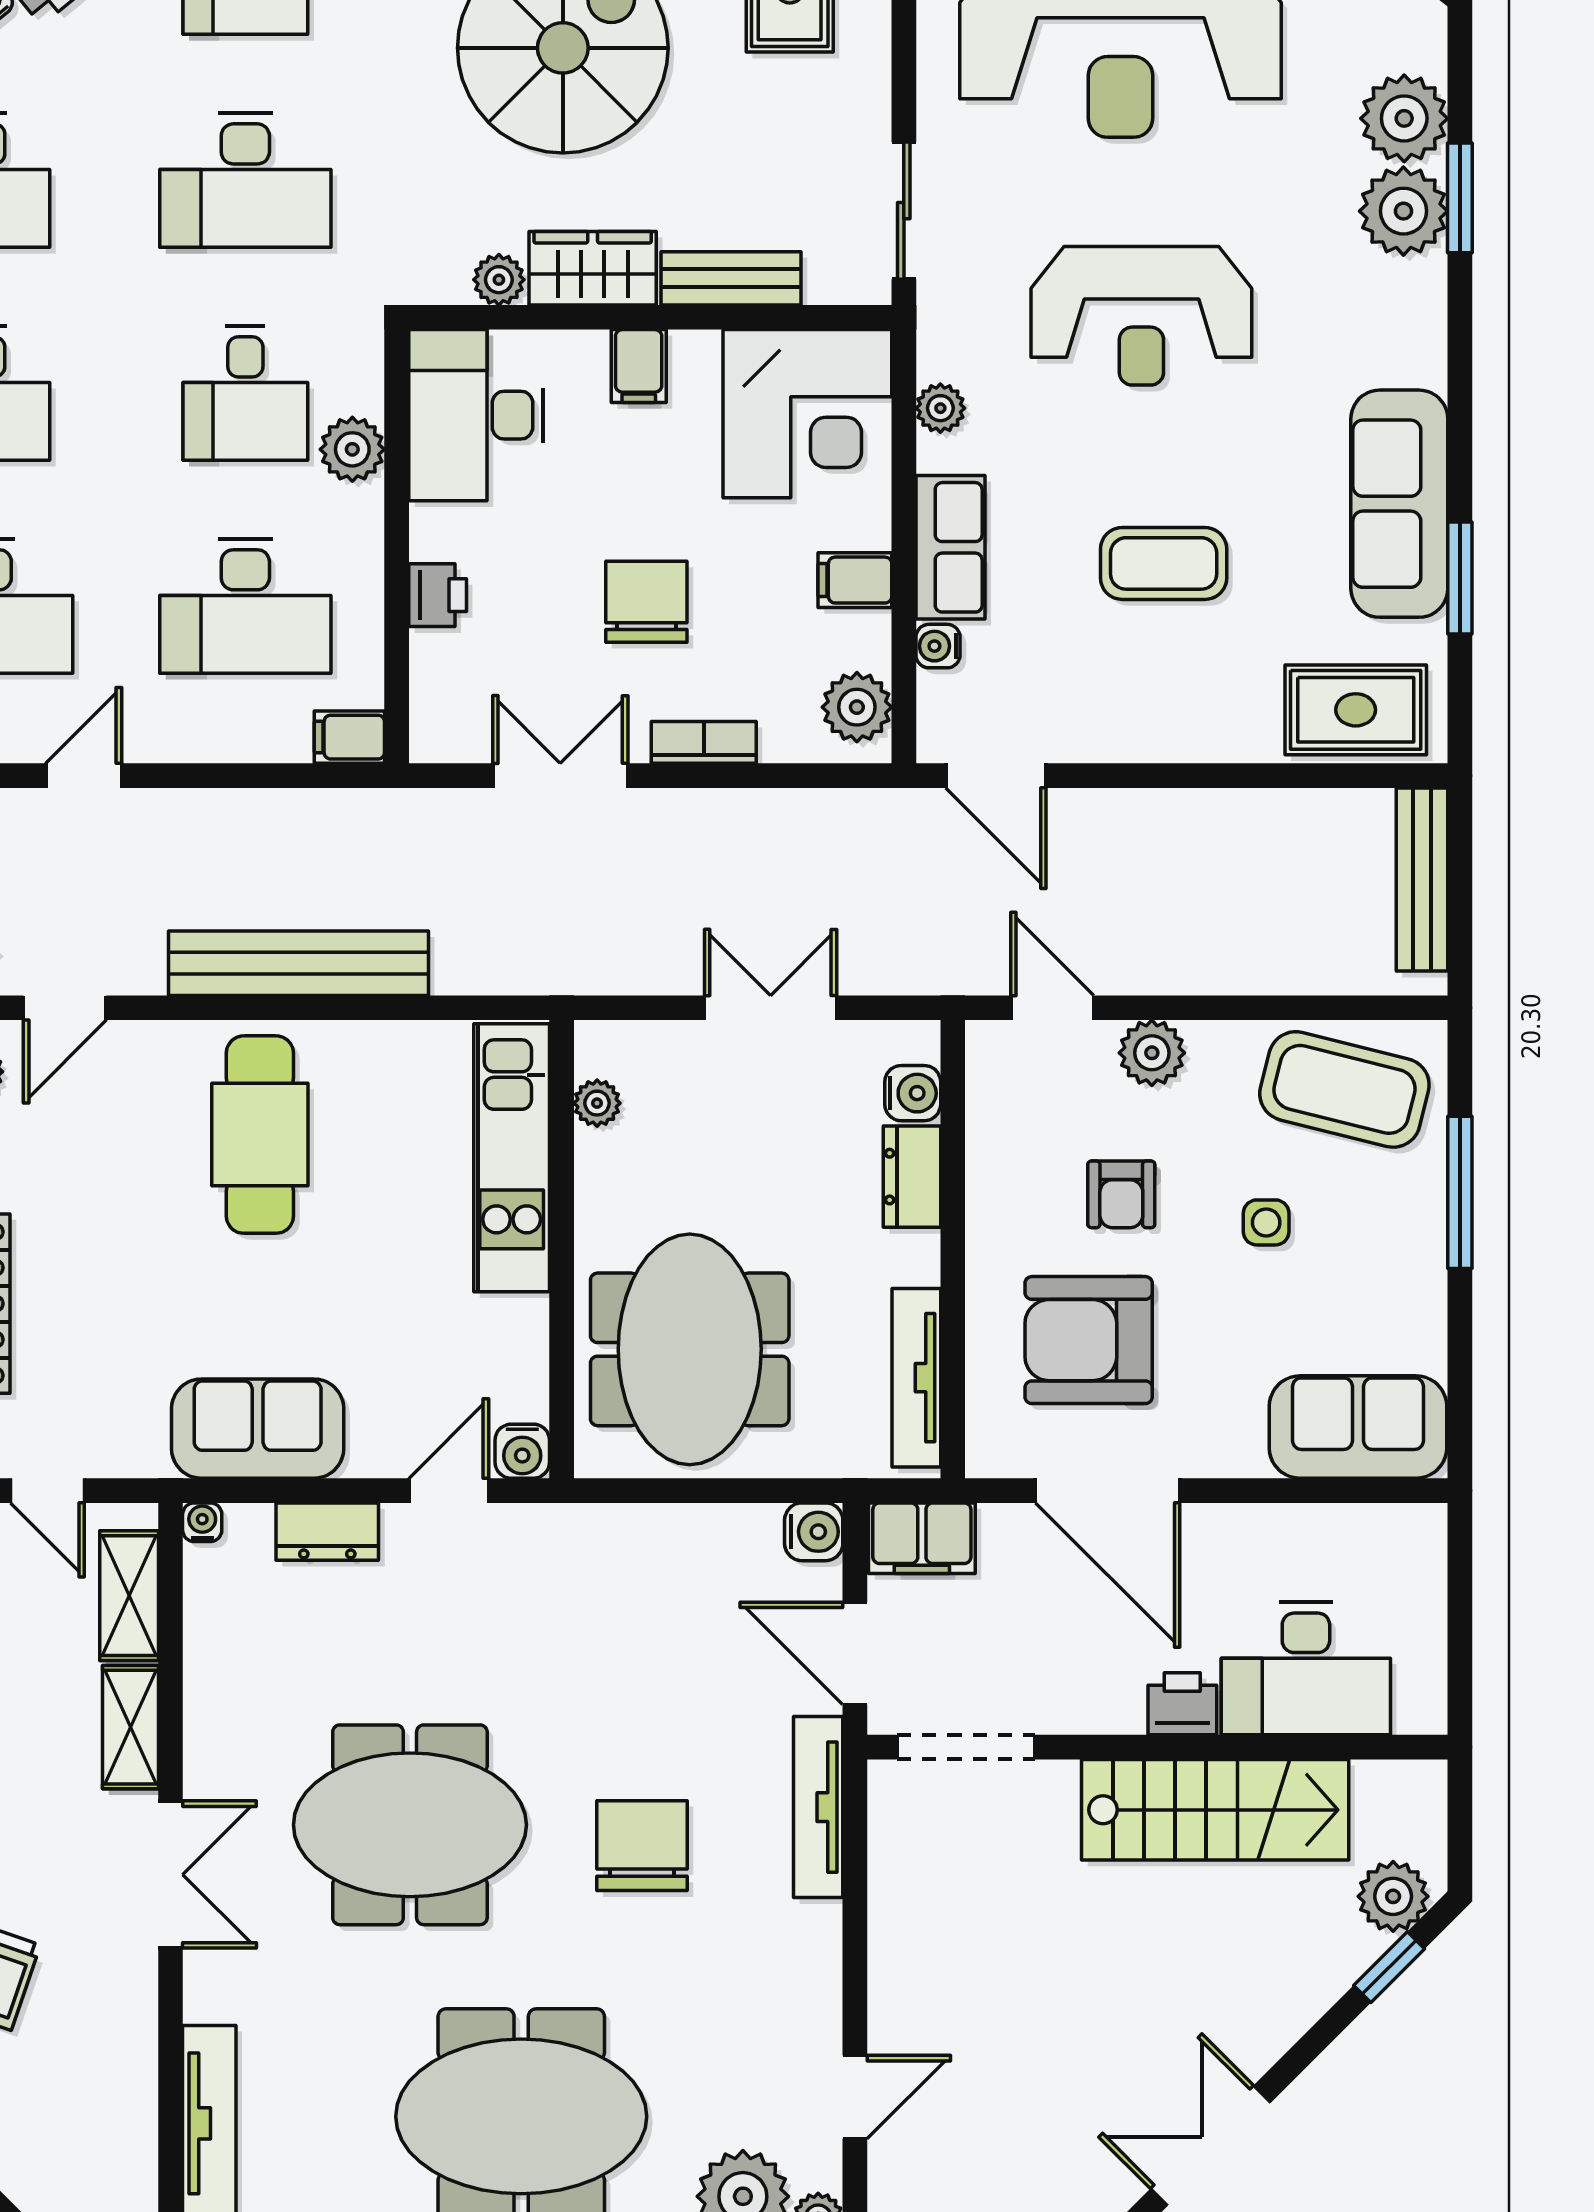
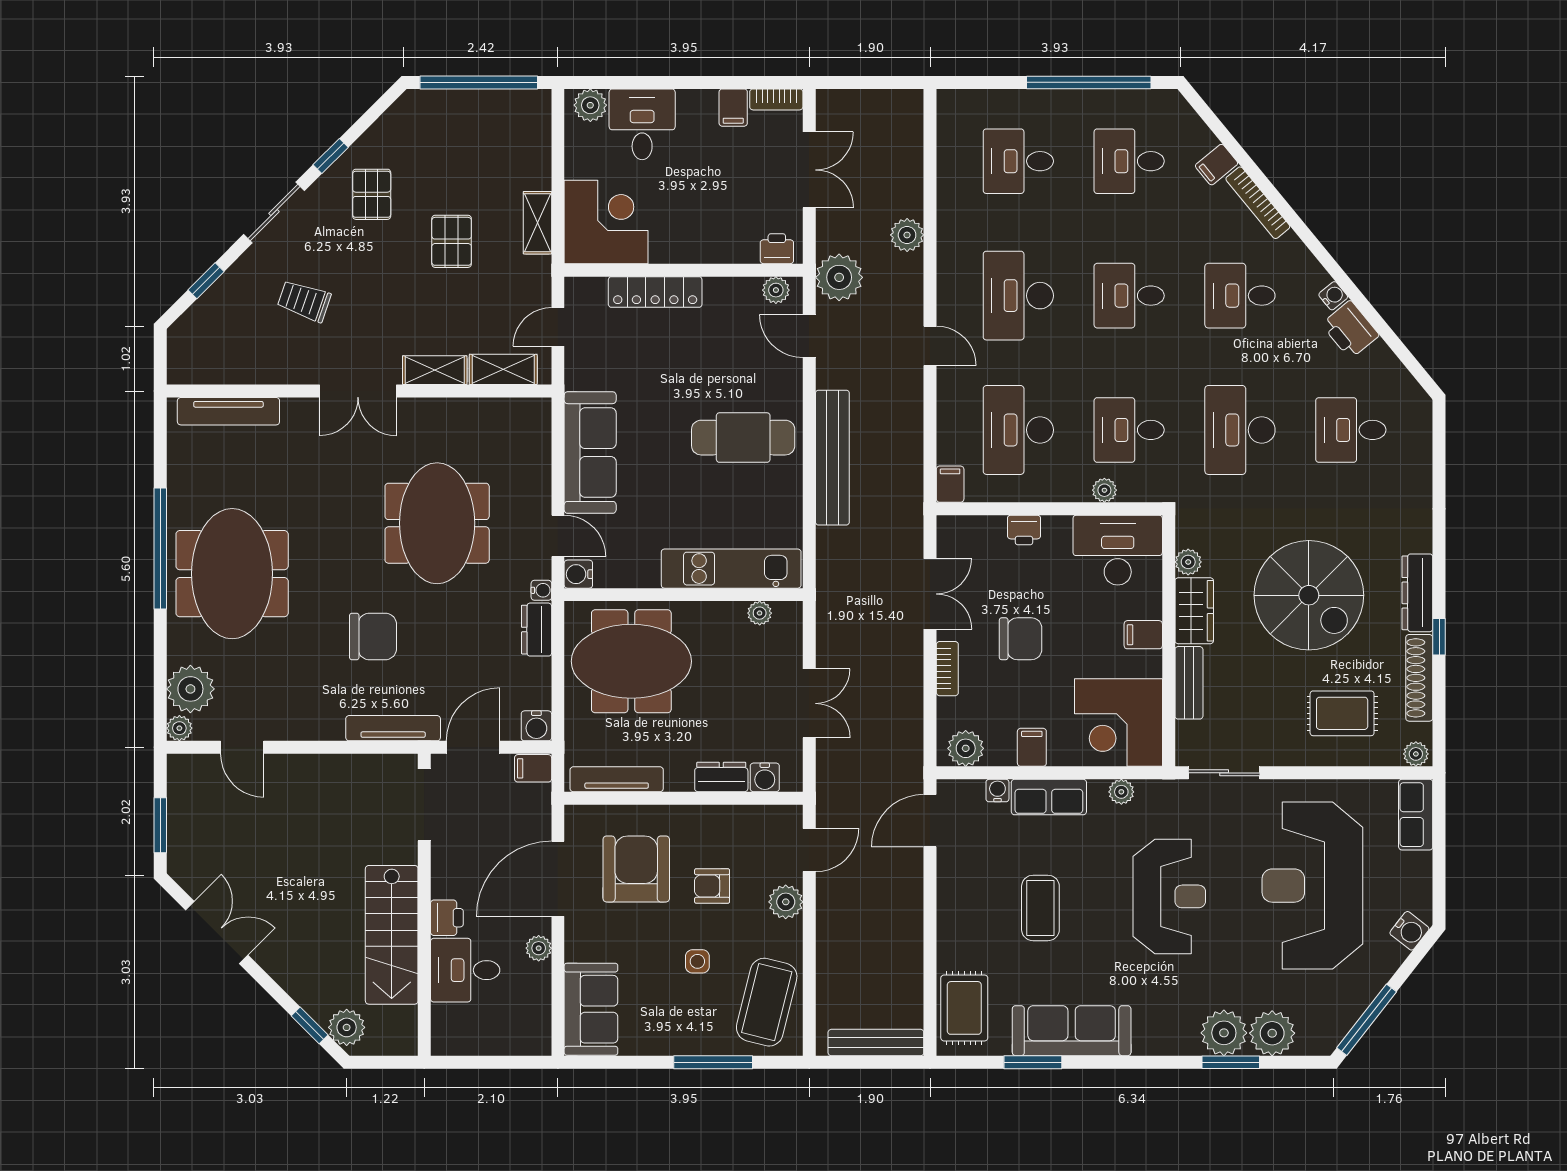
reception desk: (1141, 316) -> (1169, 896), turned 180
plant: (352, 449) -> (1104, 490), width x0.73, depth x0.73
sofa: (258, 1429) -> (590, 453), width x1.36
water cooler: (202, 1522) -> (541, 590), moved
plant: (1241, 1527) -> (539, 948), added
dresser: (327, 1532) -> (537, 630), moved
filing cabinet: (922, 1538) -> (533, 768), width x0.50
desk: (1306, 1669) -> (465, 970), width x0.73
meeting table: (410, 1825) -> (437, 523), moved

